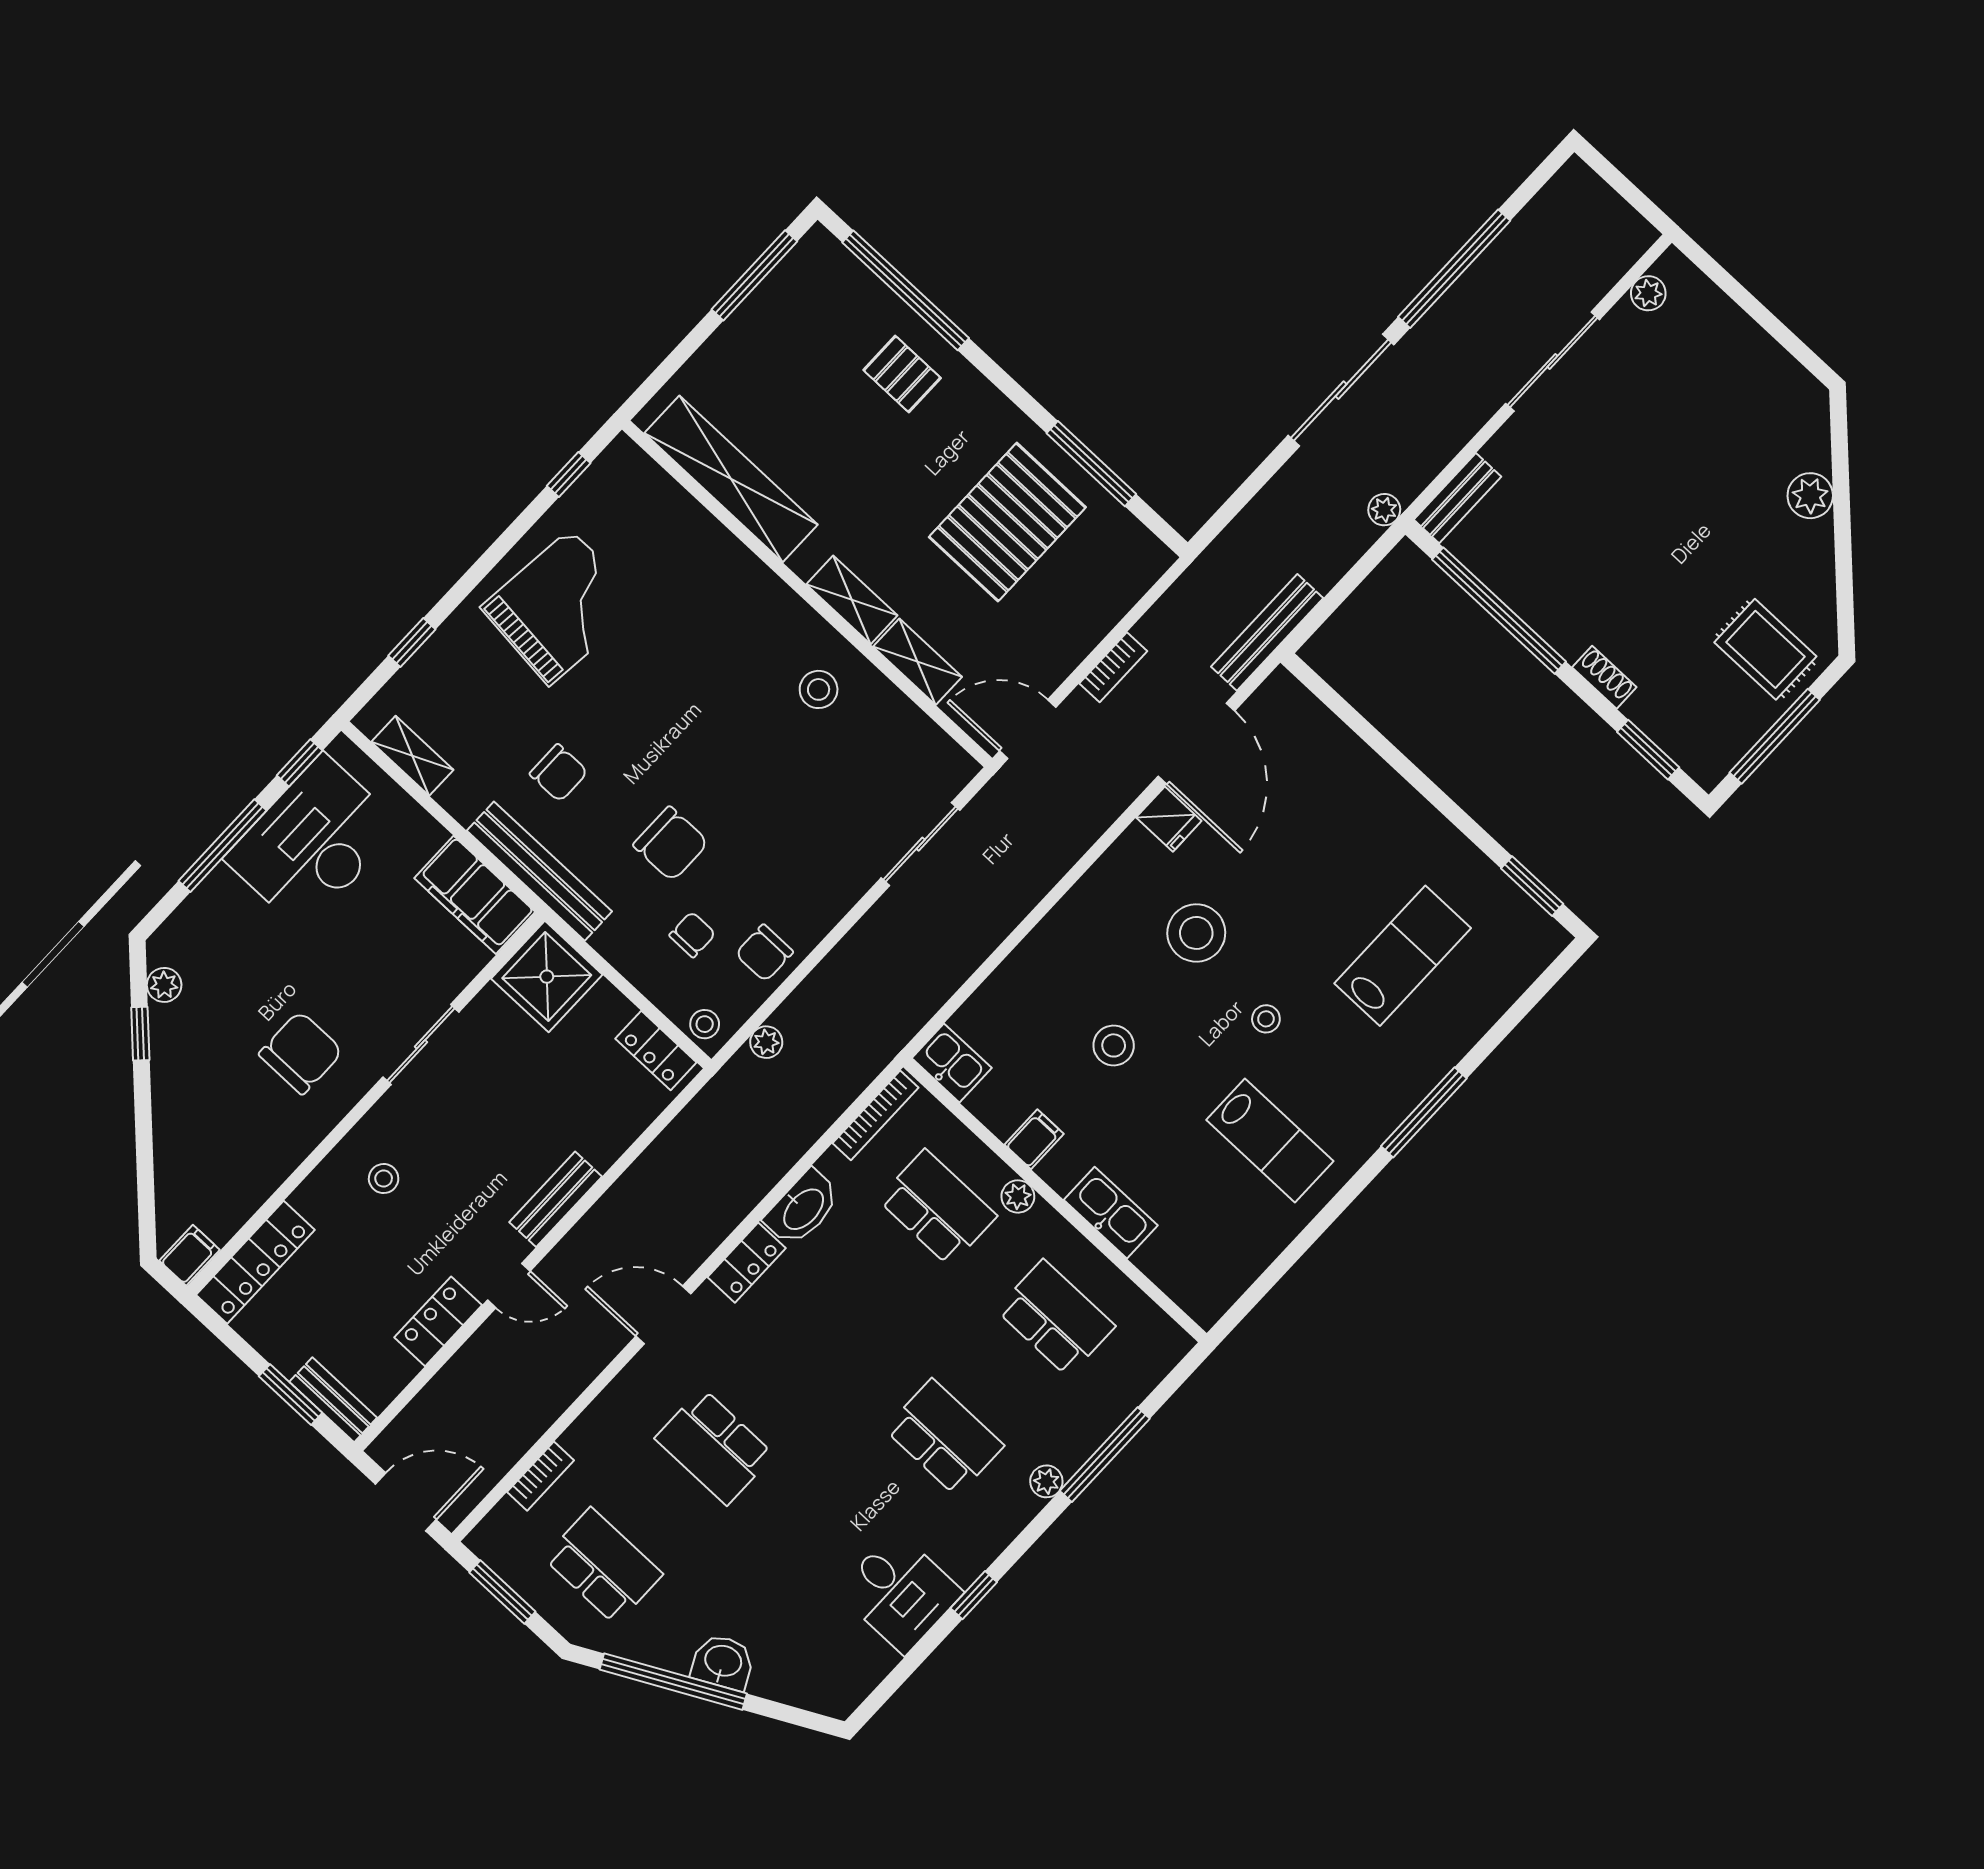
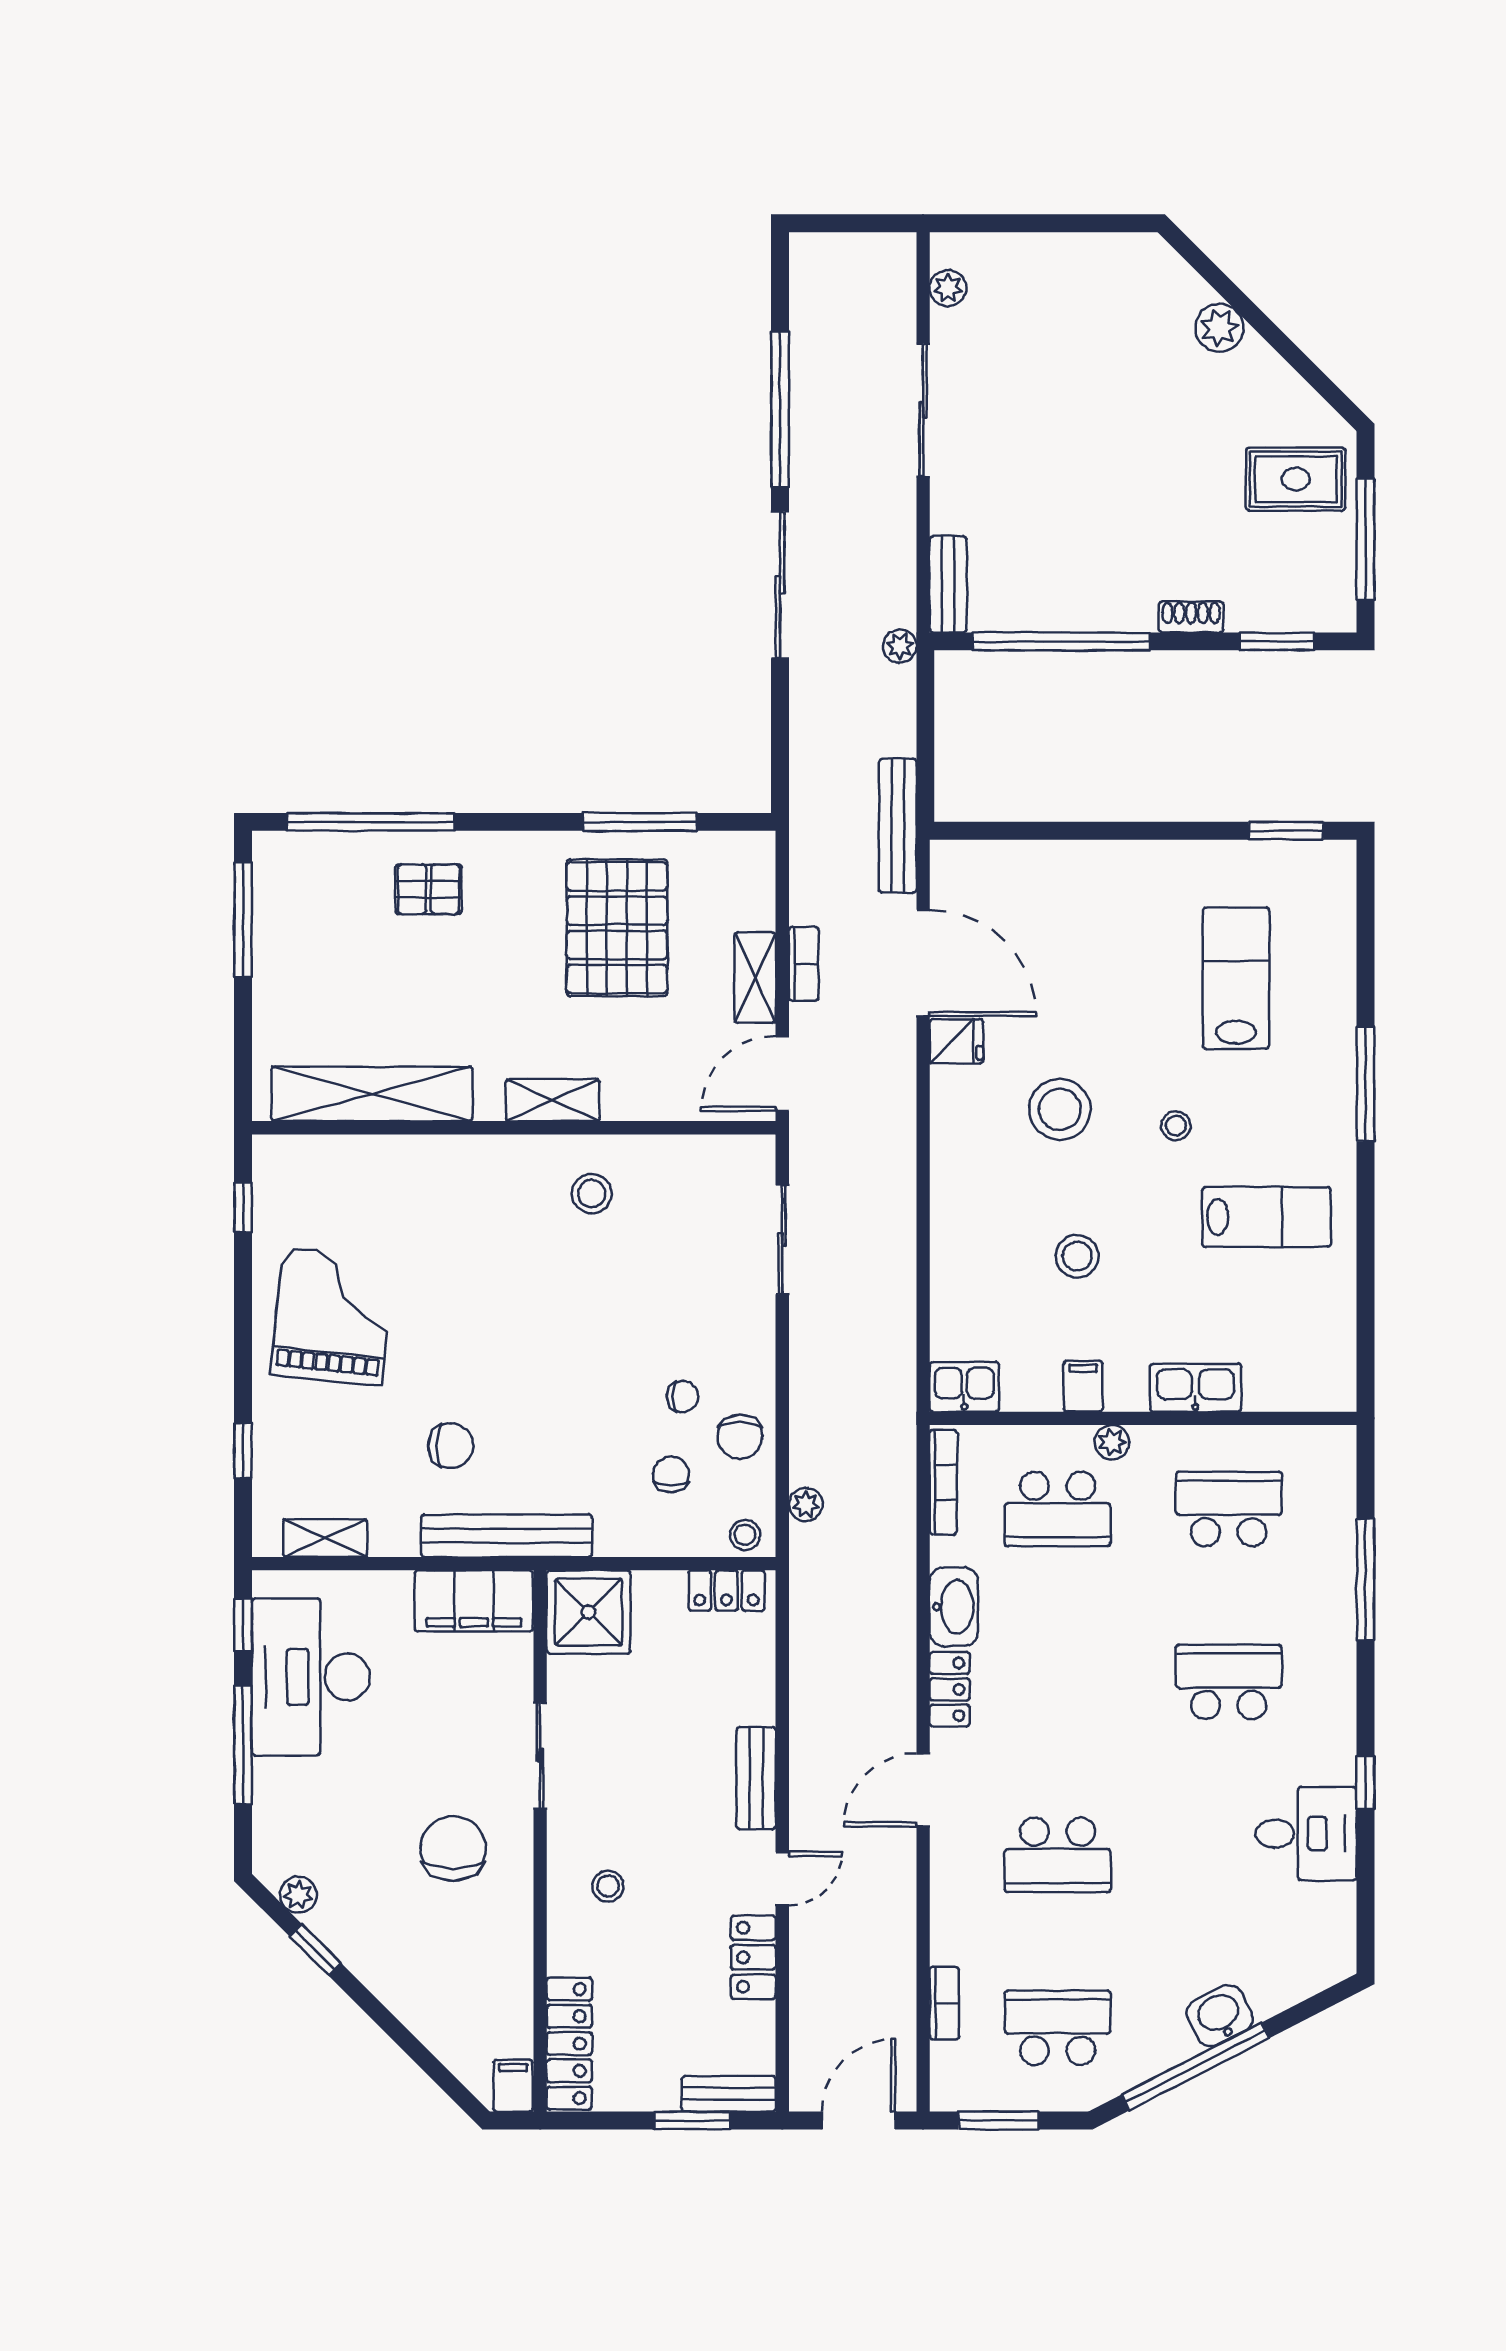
shelving: (917, 662) -> (755, 978), moved, turned 90
chair: (671, 844) -> (682, 1397), moved, width x0.54, depth x0.54
school desk: (937, 1208) -> (1058, 1509), turned 180
plant: (1046, 1481) -> (1340, 1642), removed

